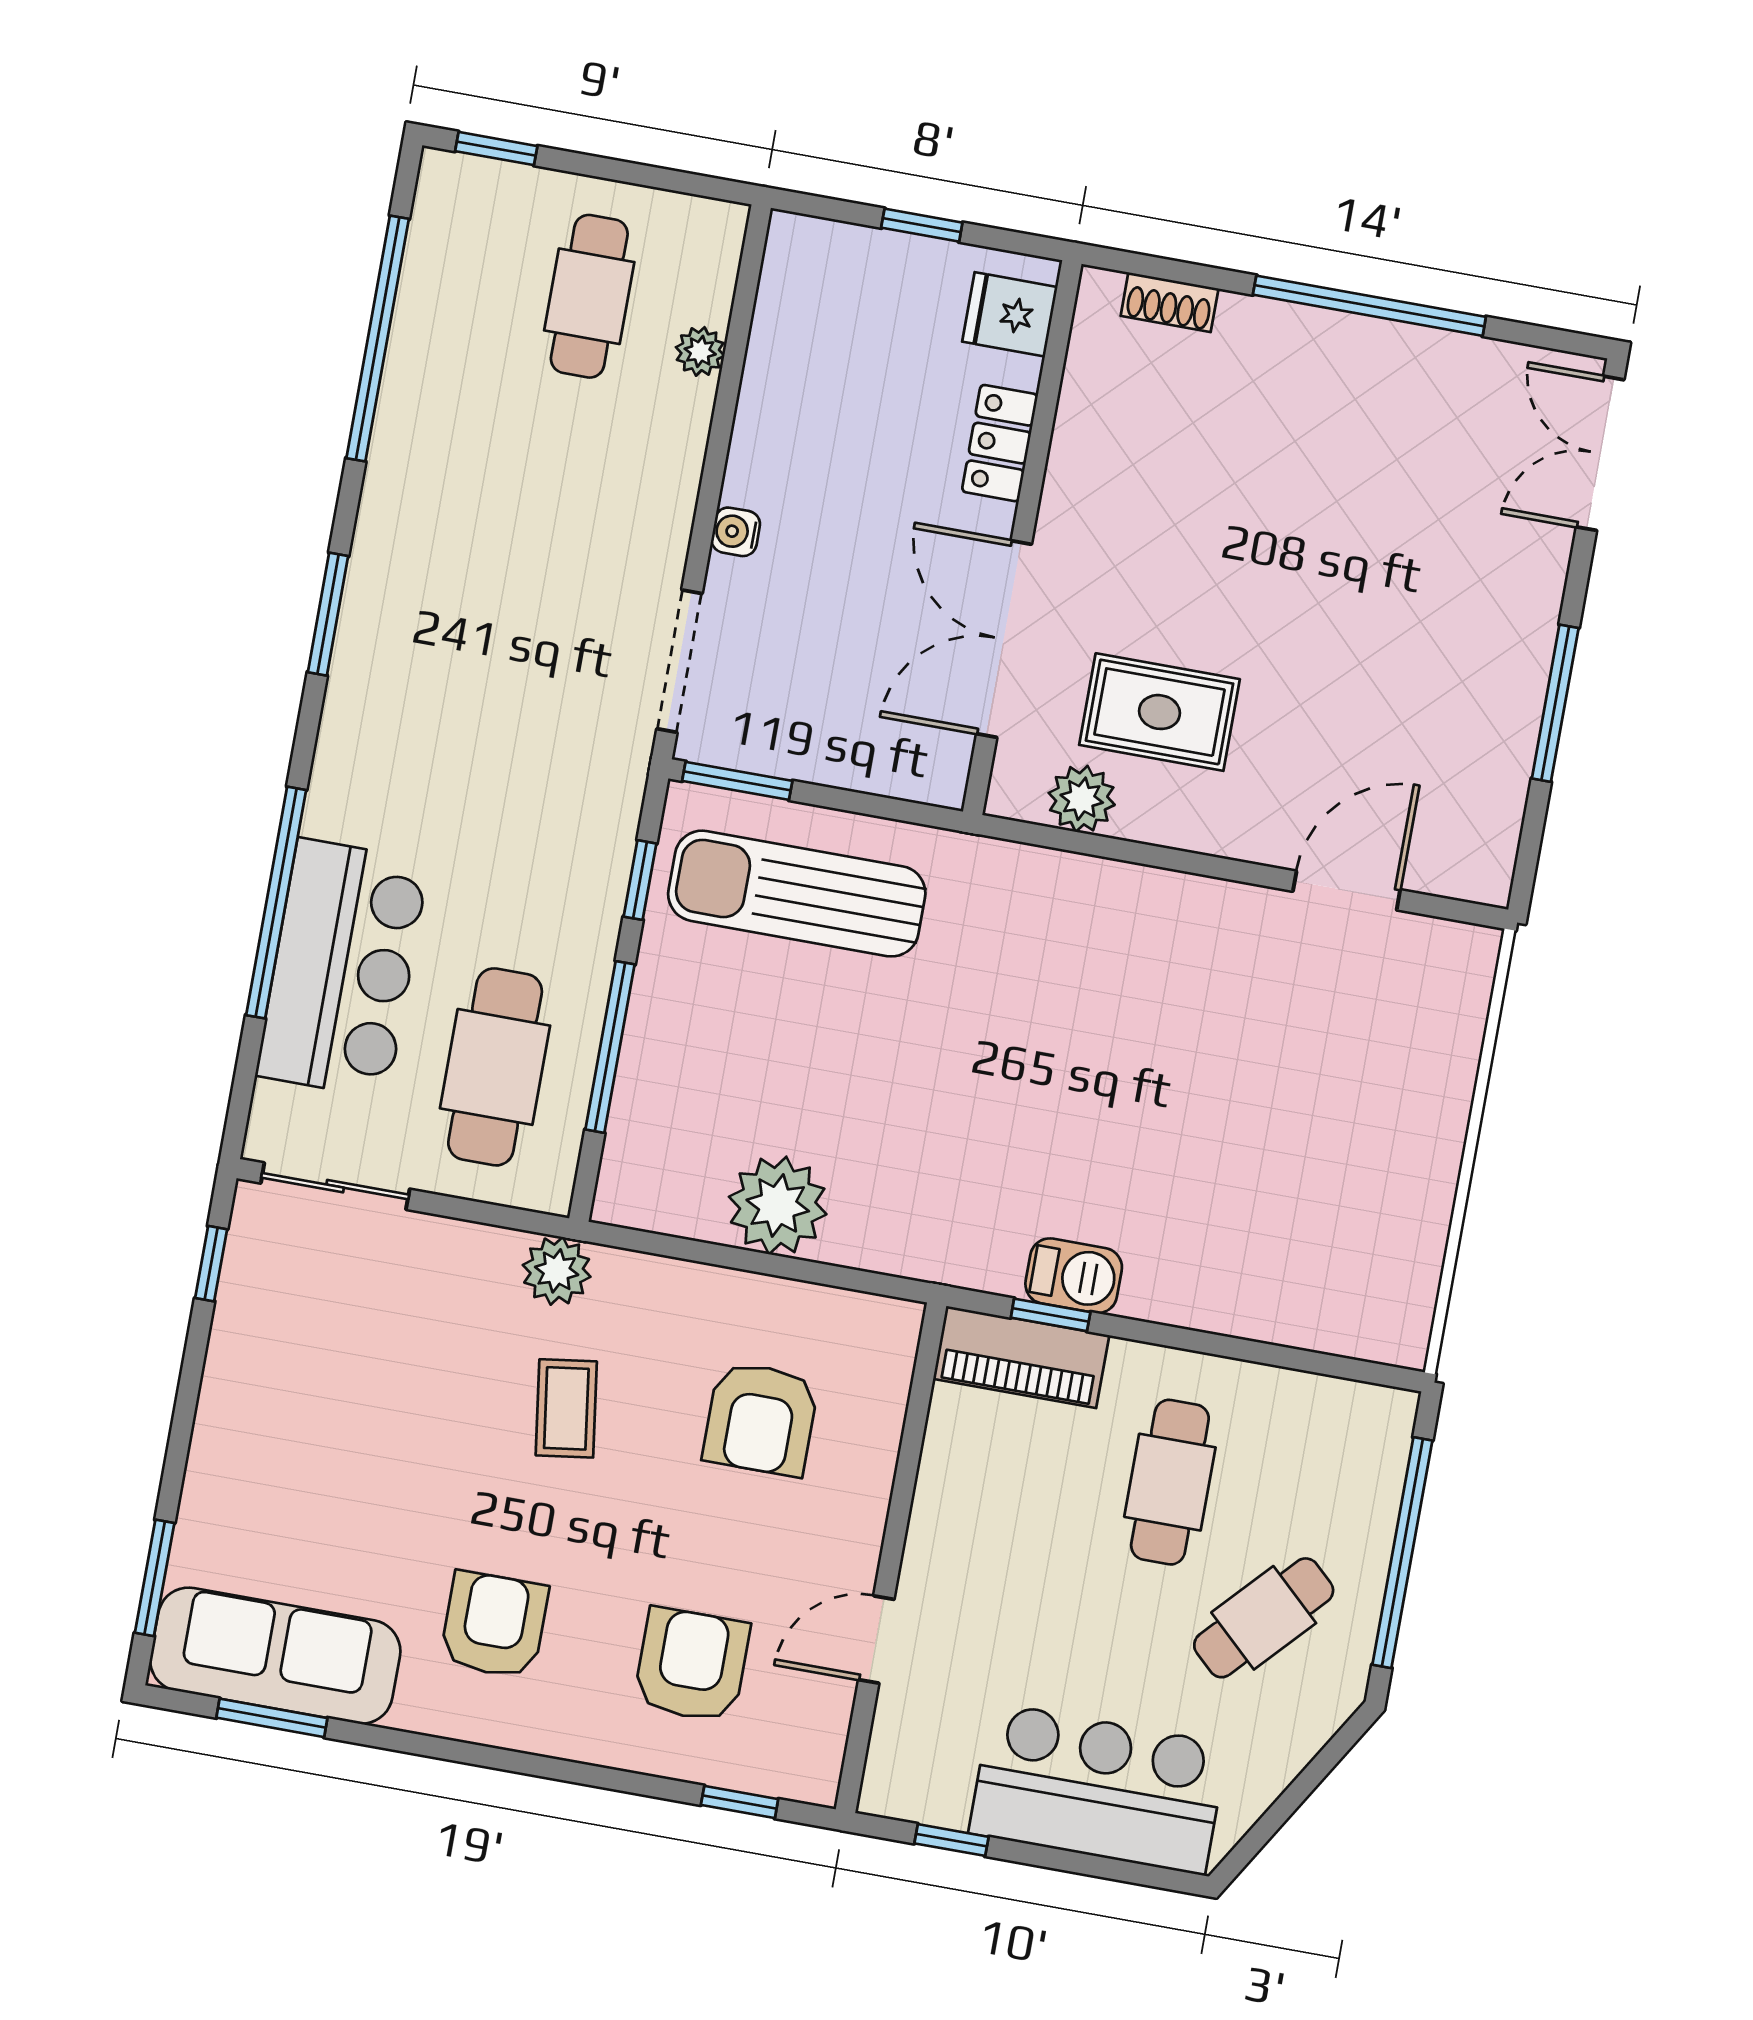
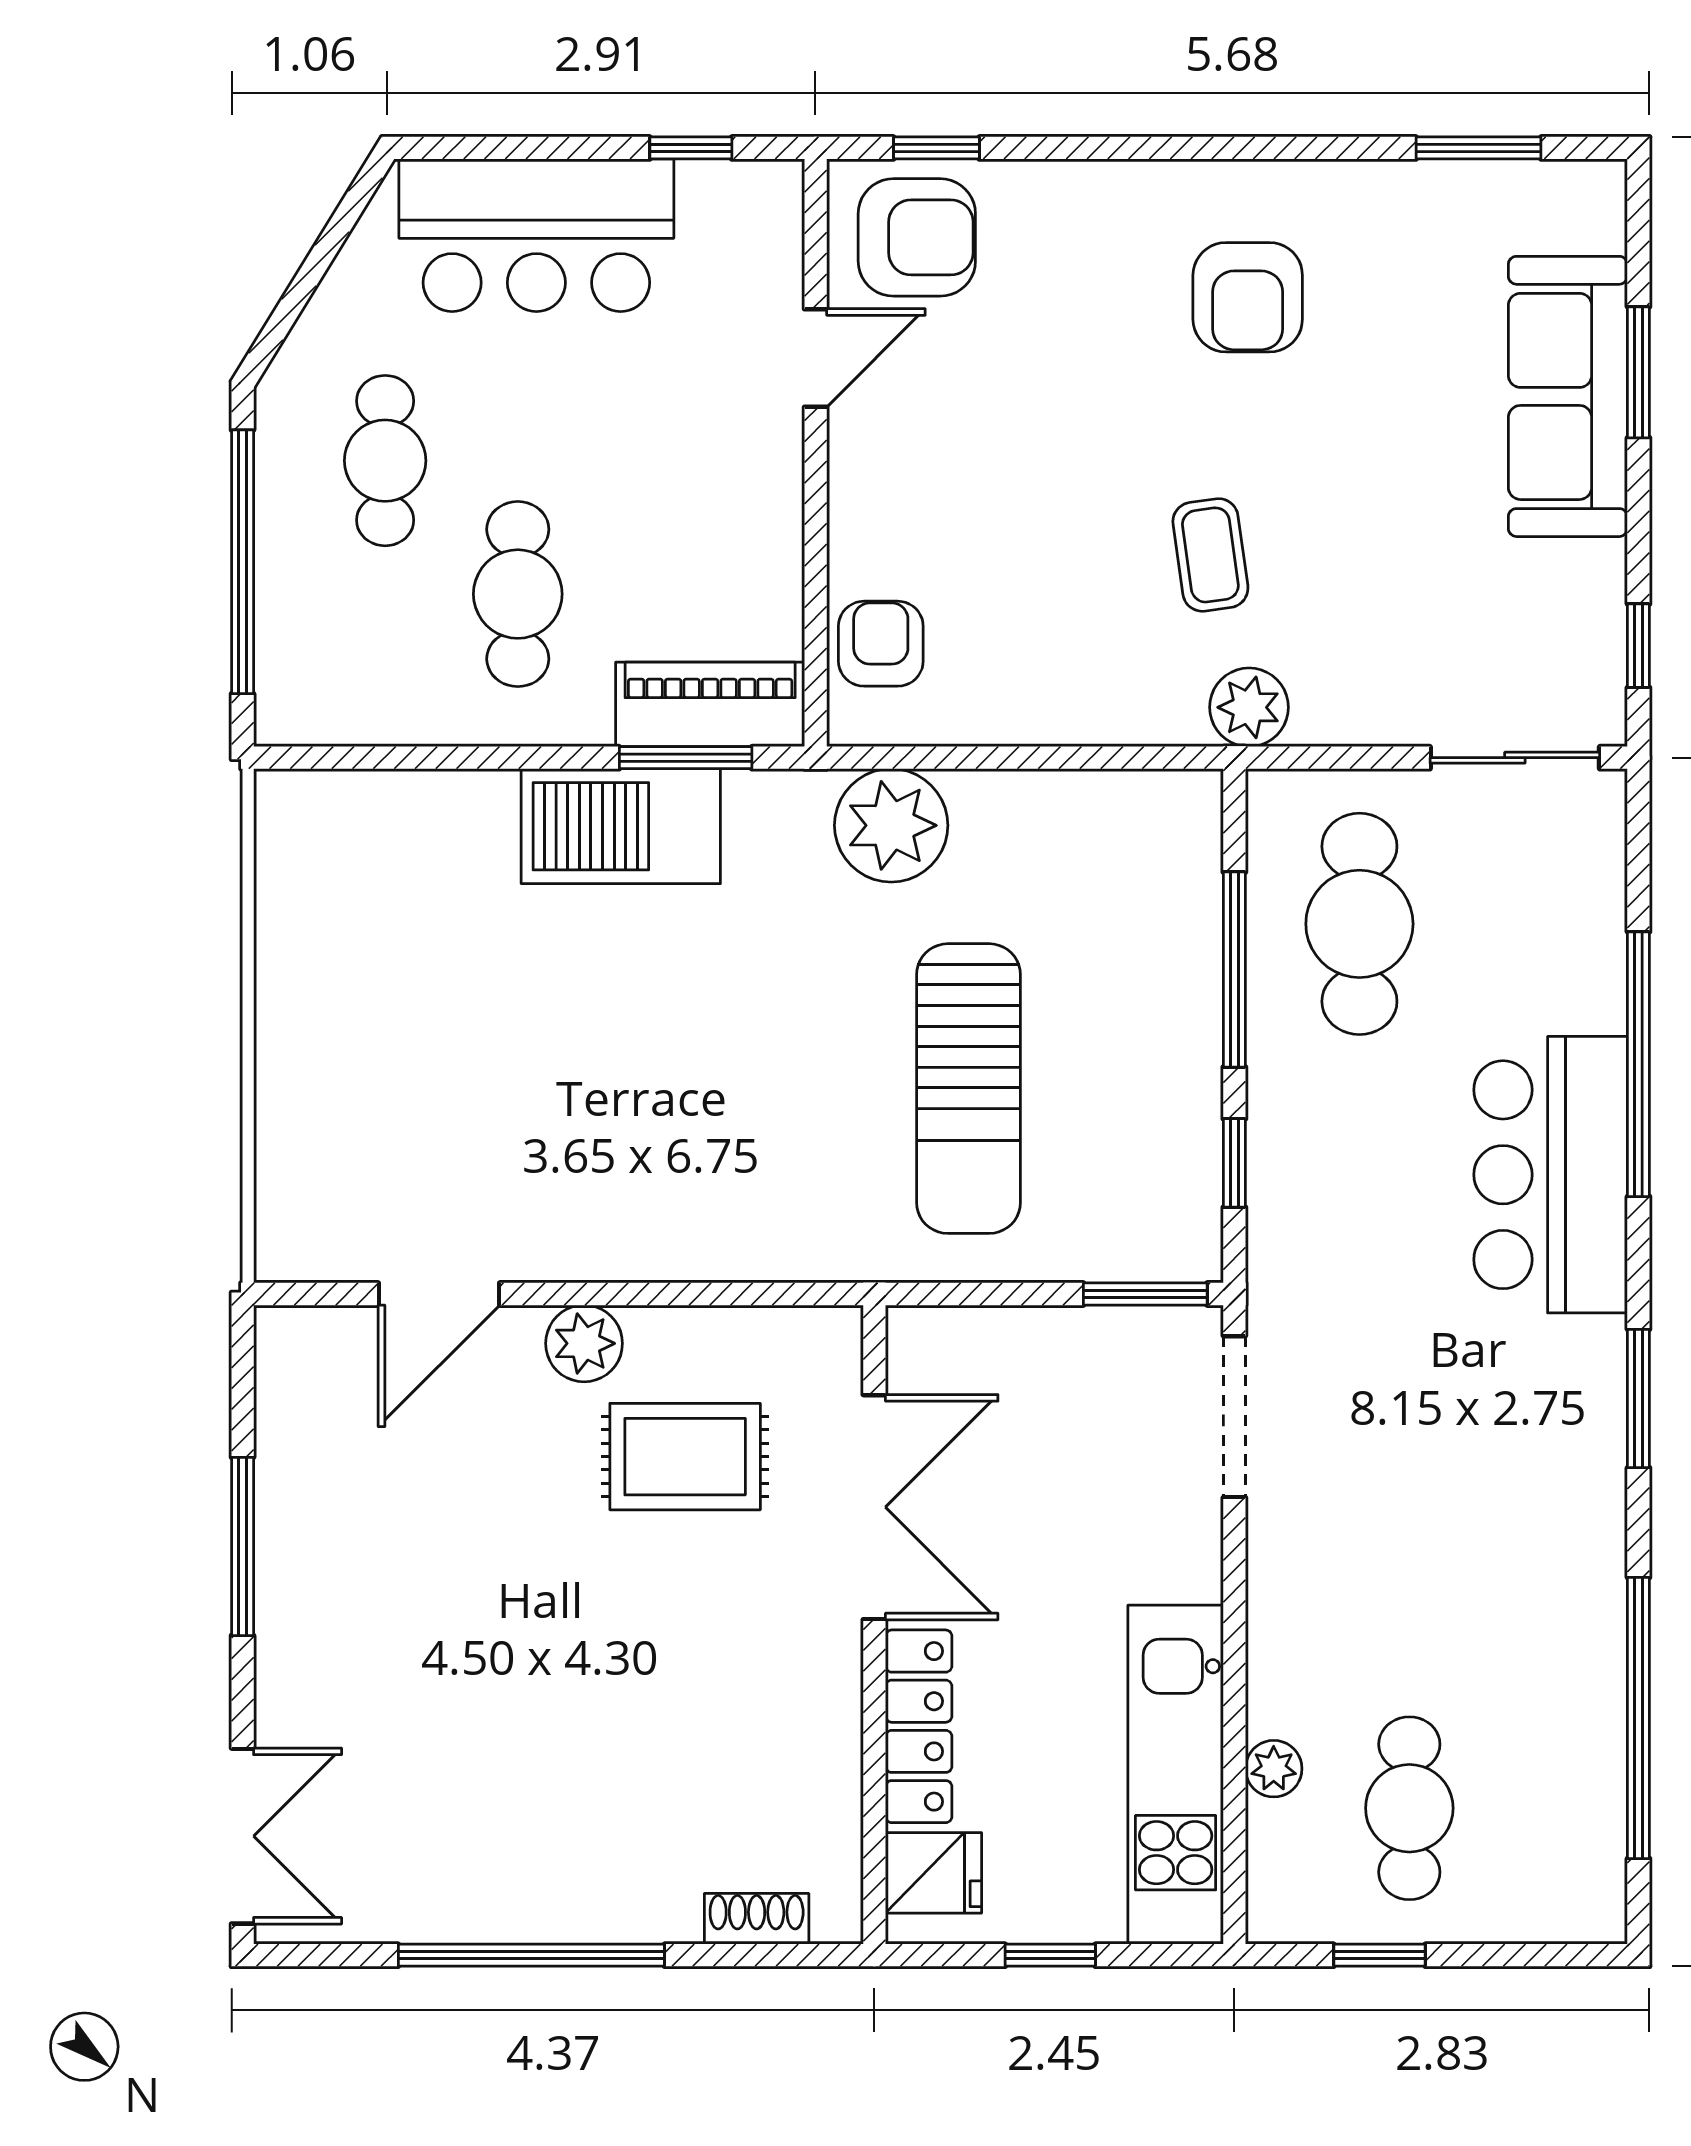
window: (496, 149) -> (1379, 1955), moved
kitchen unit: (786, 361) -> (1176, 1775), added
locker: (1000, 443) -> (919, 1726), width x1.53
water cooler: (736, 532) -> (1197, 1573), removed
plant: (1082, 799) -> (584, 1343), moved
sun lounger: (797, 894) -> (968, 1089), moved, turned 90
bar counter: (343, 968) -> (1551, 1175), moved
plant: (778, 1205) -> (891, 825), moved
barbecue: (1074, 1276) -> (621, 826), width x1.88, depth x1.53
window: (1051, 1315) -> (686, 758), width x1.50
armchair: (761, 1419) -> (881, 644), moved, width x0.72, depth x0.72
window: (155, 1578) -> (1638, 372), moved
cafe table: (1264, 1618) -> (385, 461), turned -43
sofa: (275, 1656) -> (1568, 396), moved, turned 90
armchair: (692, 1665) -> (917, 237), moved, turned -90

